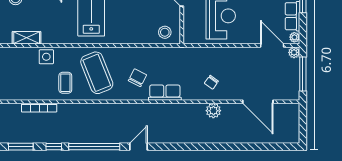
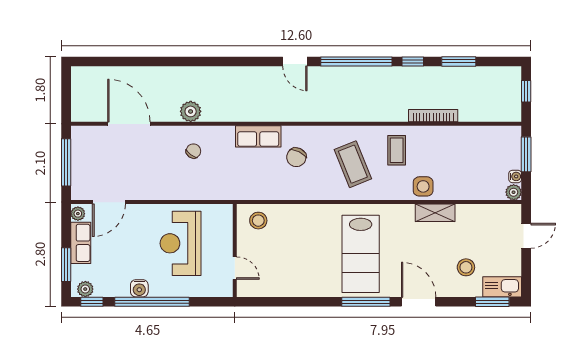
shelving: (27, 38) -> (435, 213), moved
door: (272, 46) -> (109, 202), hinge flipped
plant: (294, 52) -> (79, 192), removed
coffee table: (97, 73) -> (353, 164), width x0.73, depth x0.76
door: (138, 147) -> (295, 61), hinge flipped

